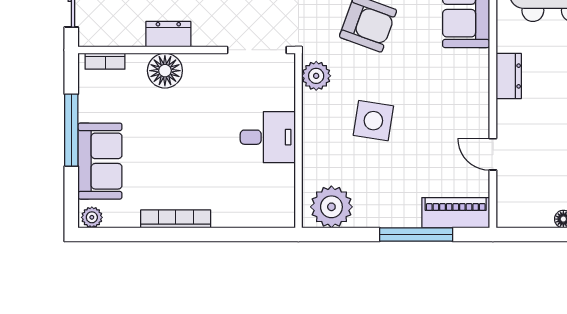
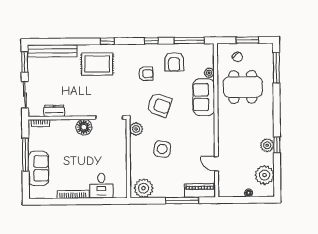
dresser: (168, 34) -> (54, 111), moved
floor lamp: (165, 71) -> (84, 127), moved
dresser: (509, 76) -> (223, 128), removed
desk: (268, 137) -> (101, 186), moved, turned 90
plant: (92, 217) -> (35, 194), removed

